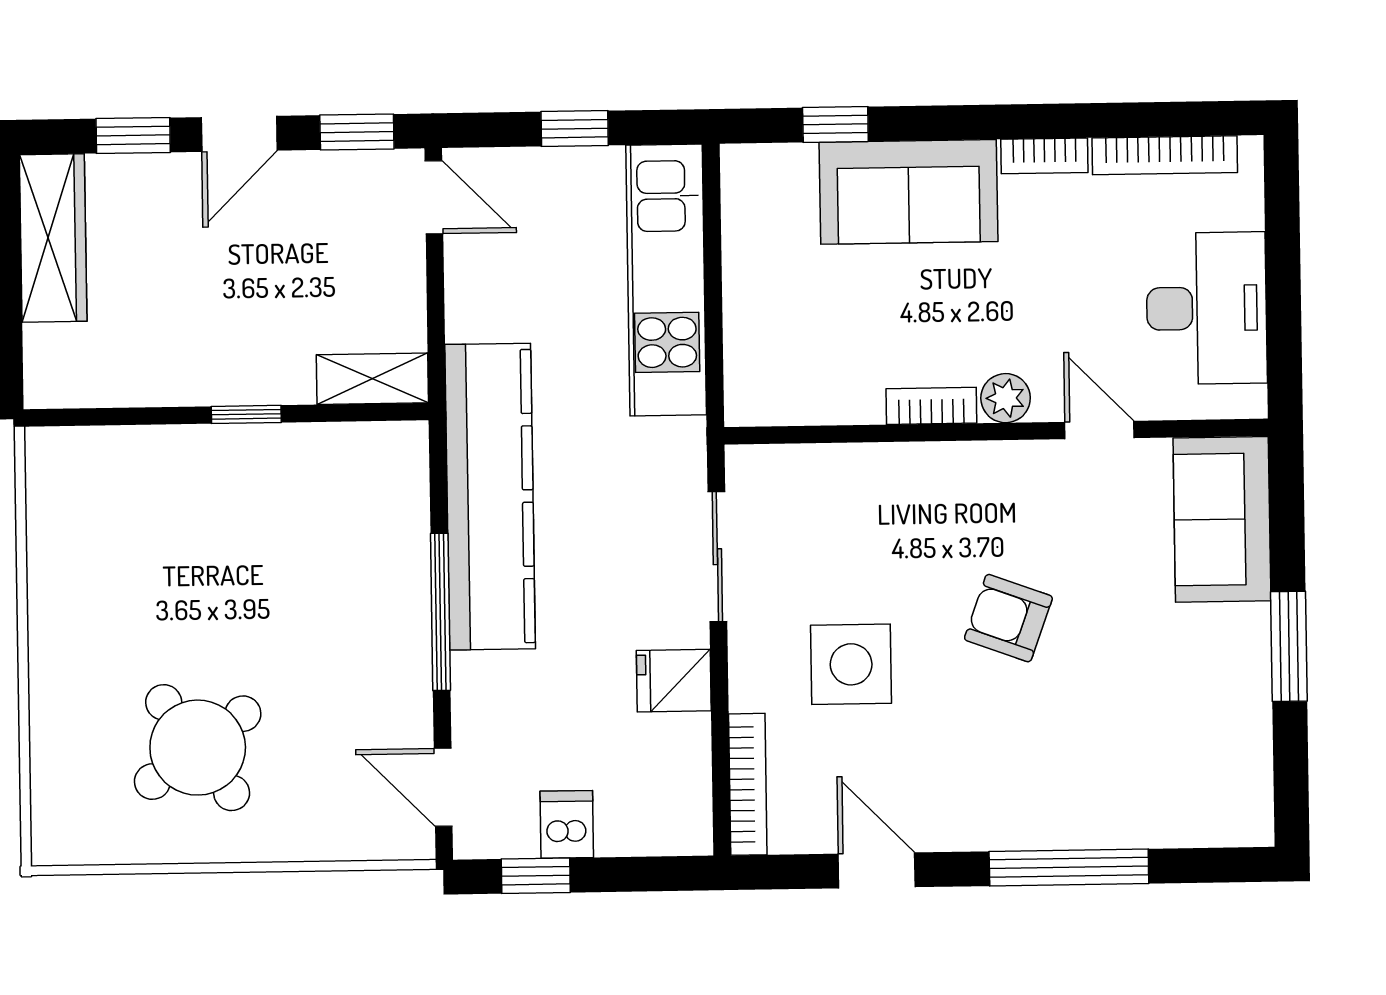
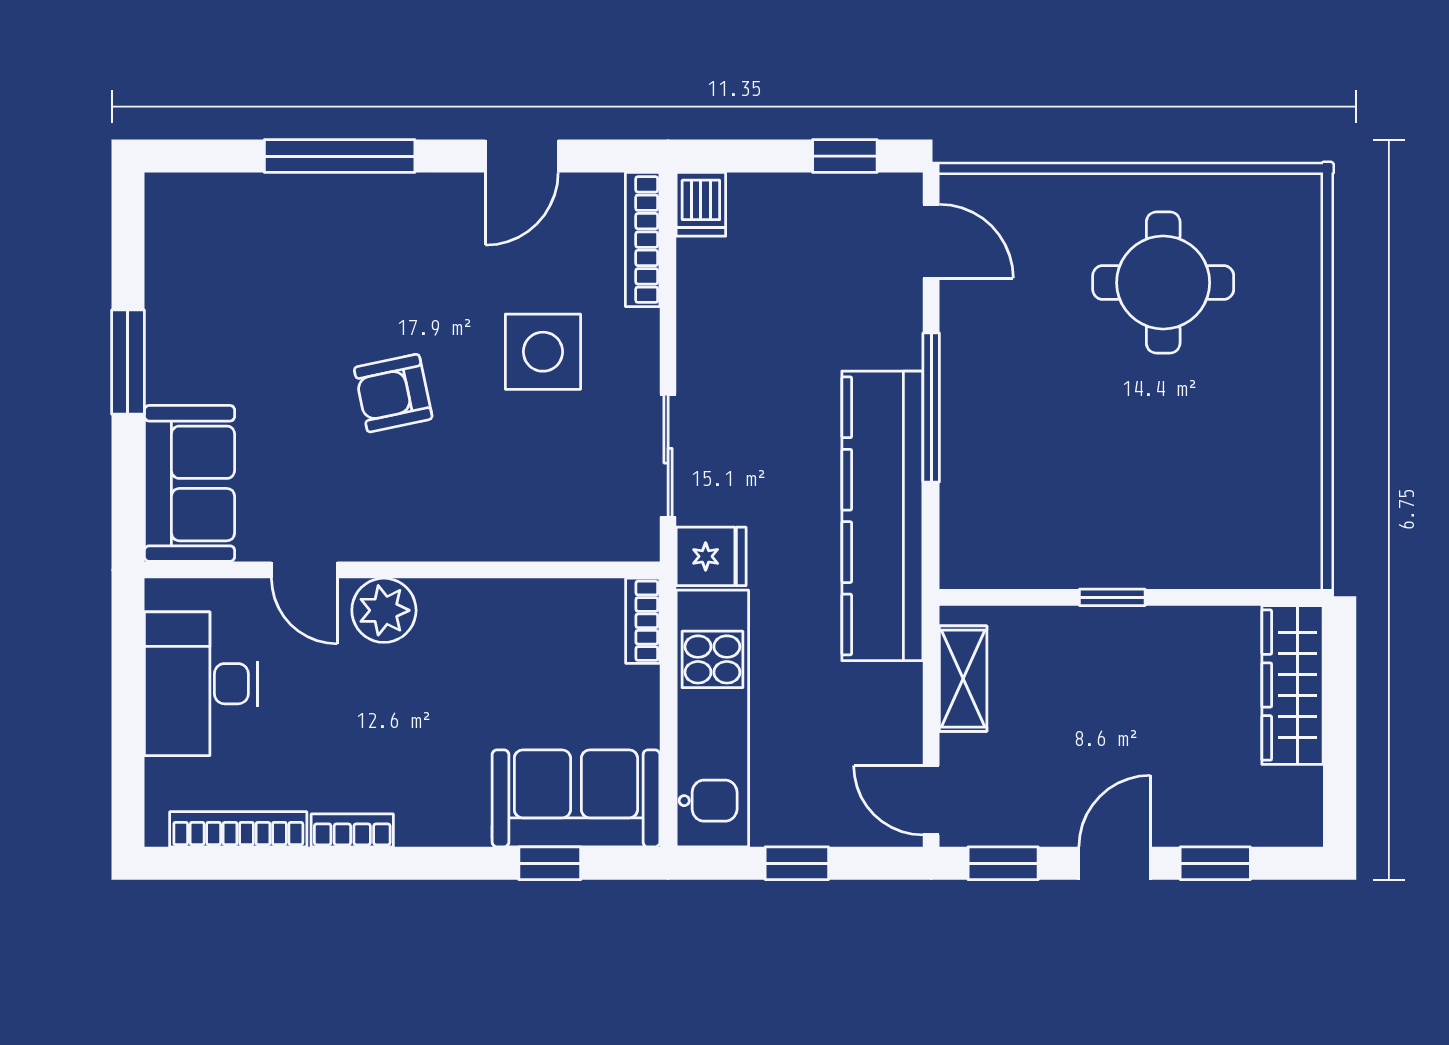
sofa: (909, 192) -> (576, 798), moved
wardrobe: (53, 238) -> (1292, 685), moved
shelving: (372, 379) -> (963, 679), moved, turned 90
plant: (1006, 398) -> (384, 610), width x1.38, depth x1.38
bookcase: (931, 406) -> (643, 621), moved, turned 90
armchair: (1008, 618) -> (393, 393), turned 148
fridge: (674, 681) -> (711, 556), moved
round table: (198, 748) -> (1163, 283), turned 36
dishwasher: (567, 824) -> (701, 204), moved
door: (877, 870) -> (522, 156), hinge flipped

